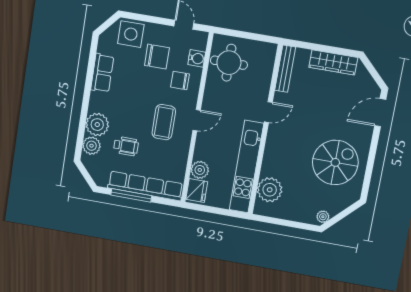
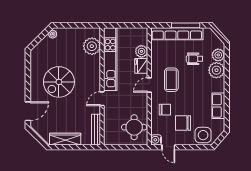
water cooler: (197, 58) -> (156, 140), moved
spiral stairs: (335, 162) -> (59, 82), moved
fridge: (197, 190) -> (141, 66), moved

